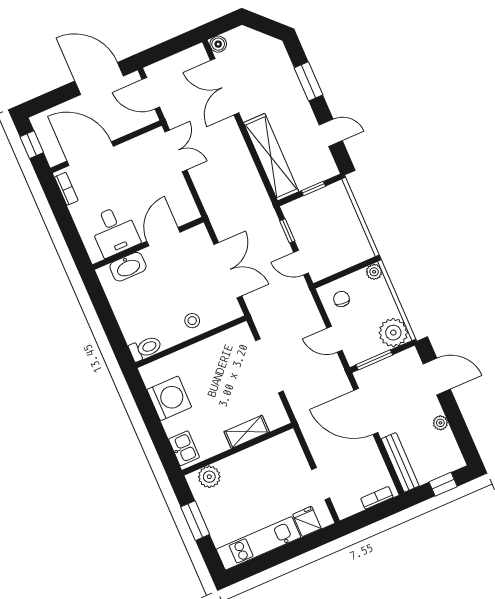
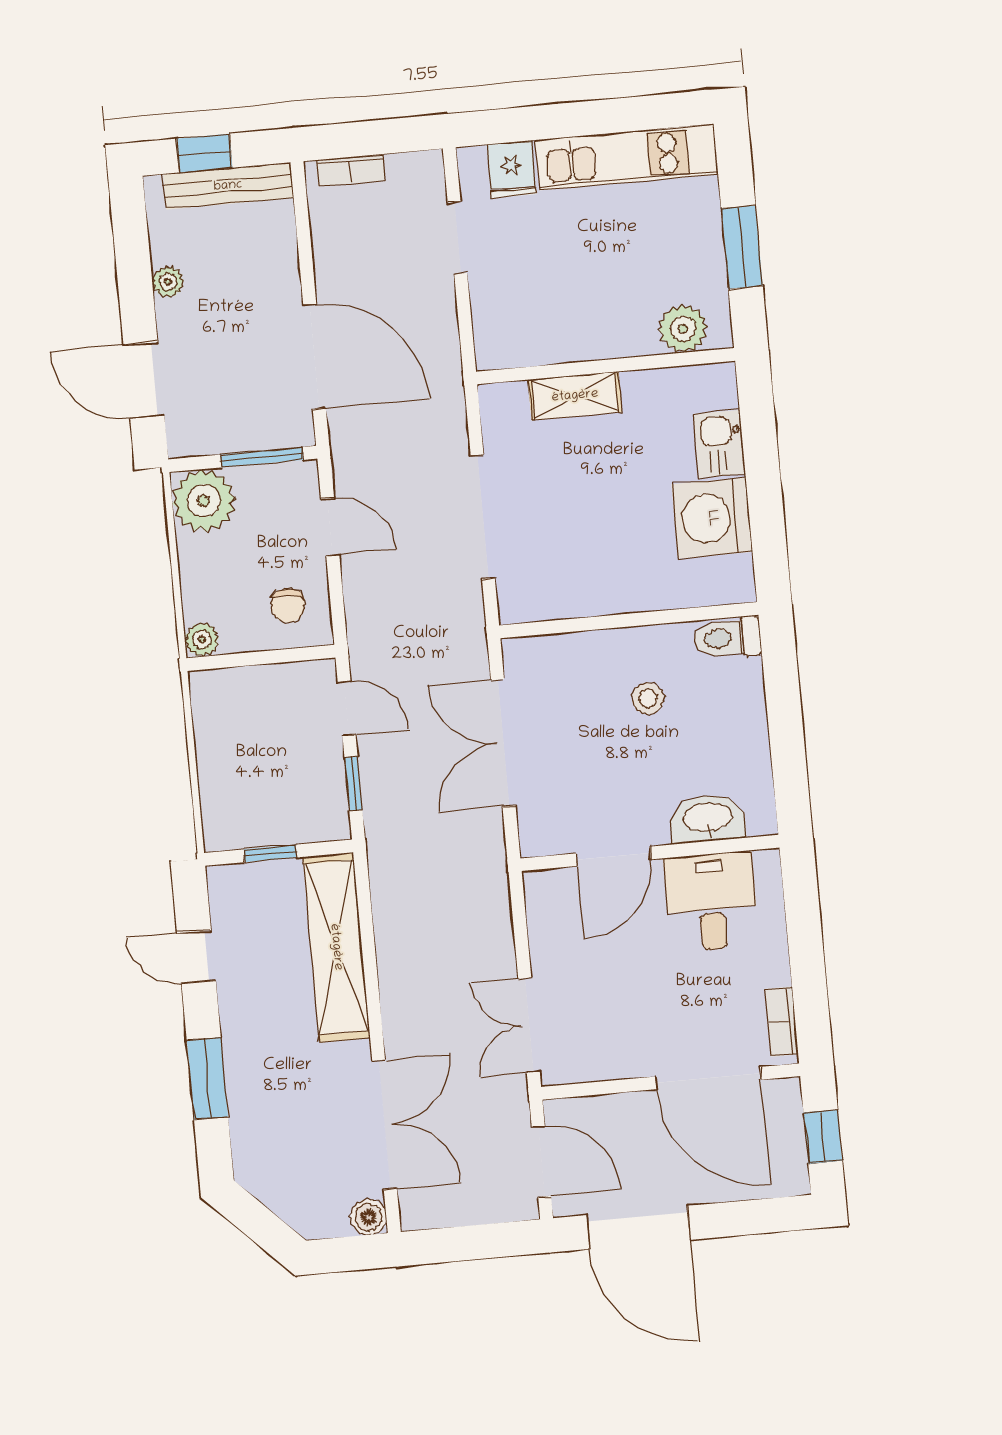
stool: (192, 321) -> (648, 698), moved
kitchen sink: (184, 448) -> (719, 444), moved
bench: (400, 462) -> (228, 186), moved, turned 90

